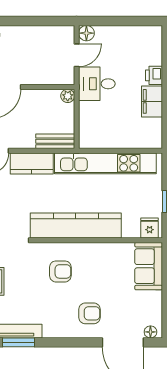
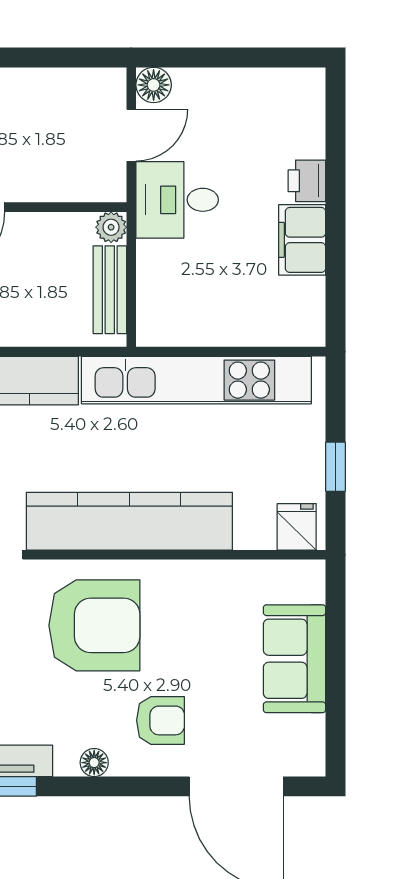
bench: (55, 141) -> (110, 290), moved, turned 90
sofa: (149, 266) -> (295, 659), moved
armchair: (60, 271) -> (94, 625), width x1.88, depth x1.88
floor lamp: (150, 332) -> (94, 763), moved

